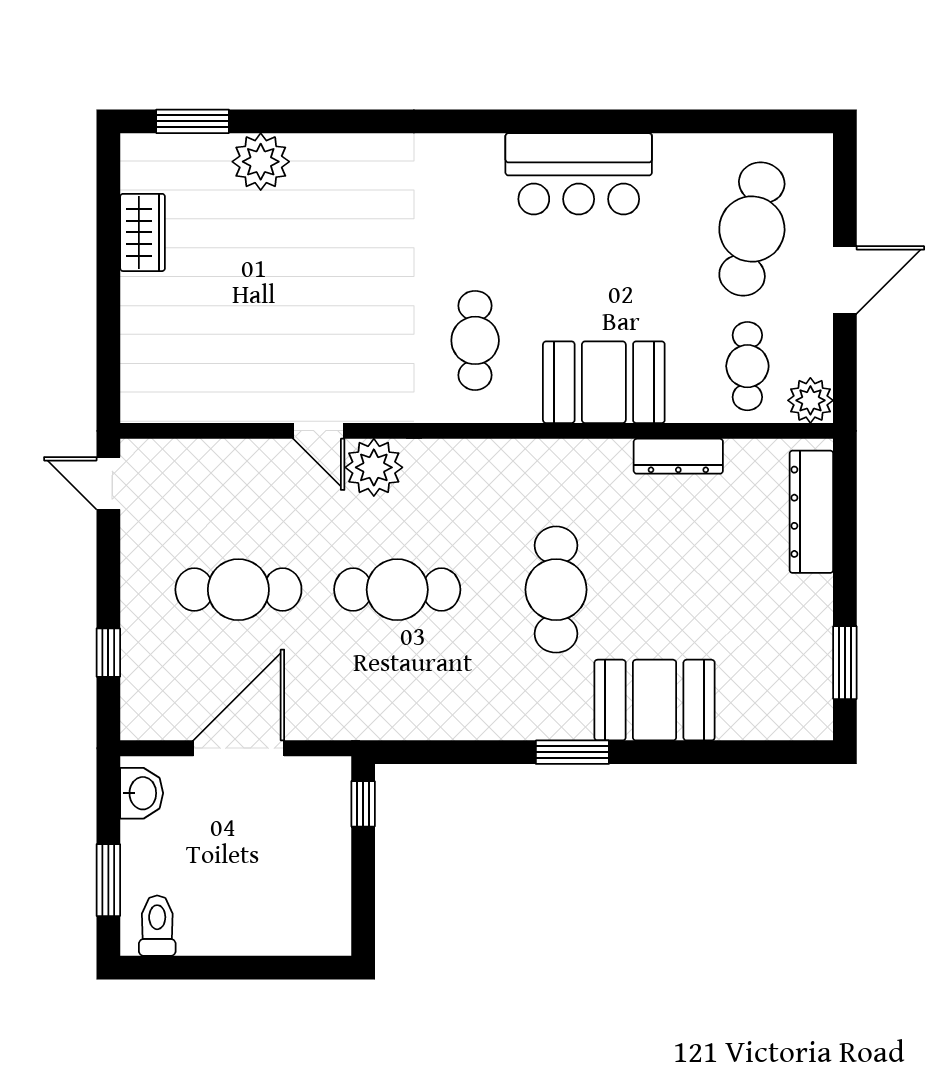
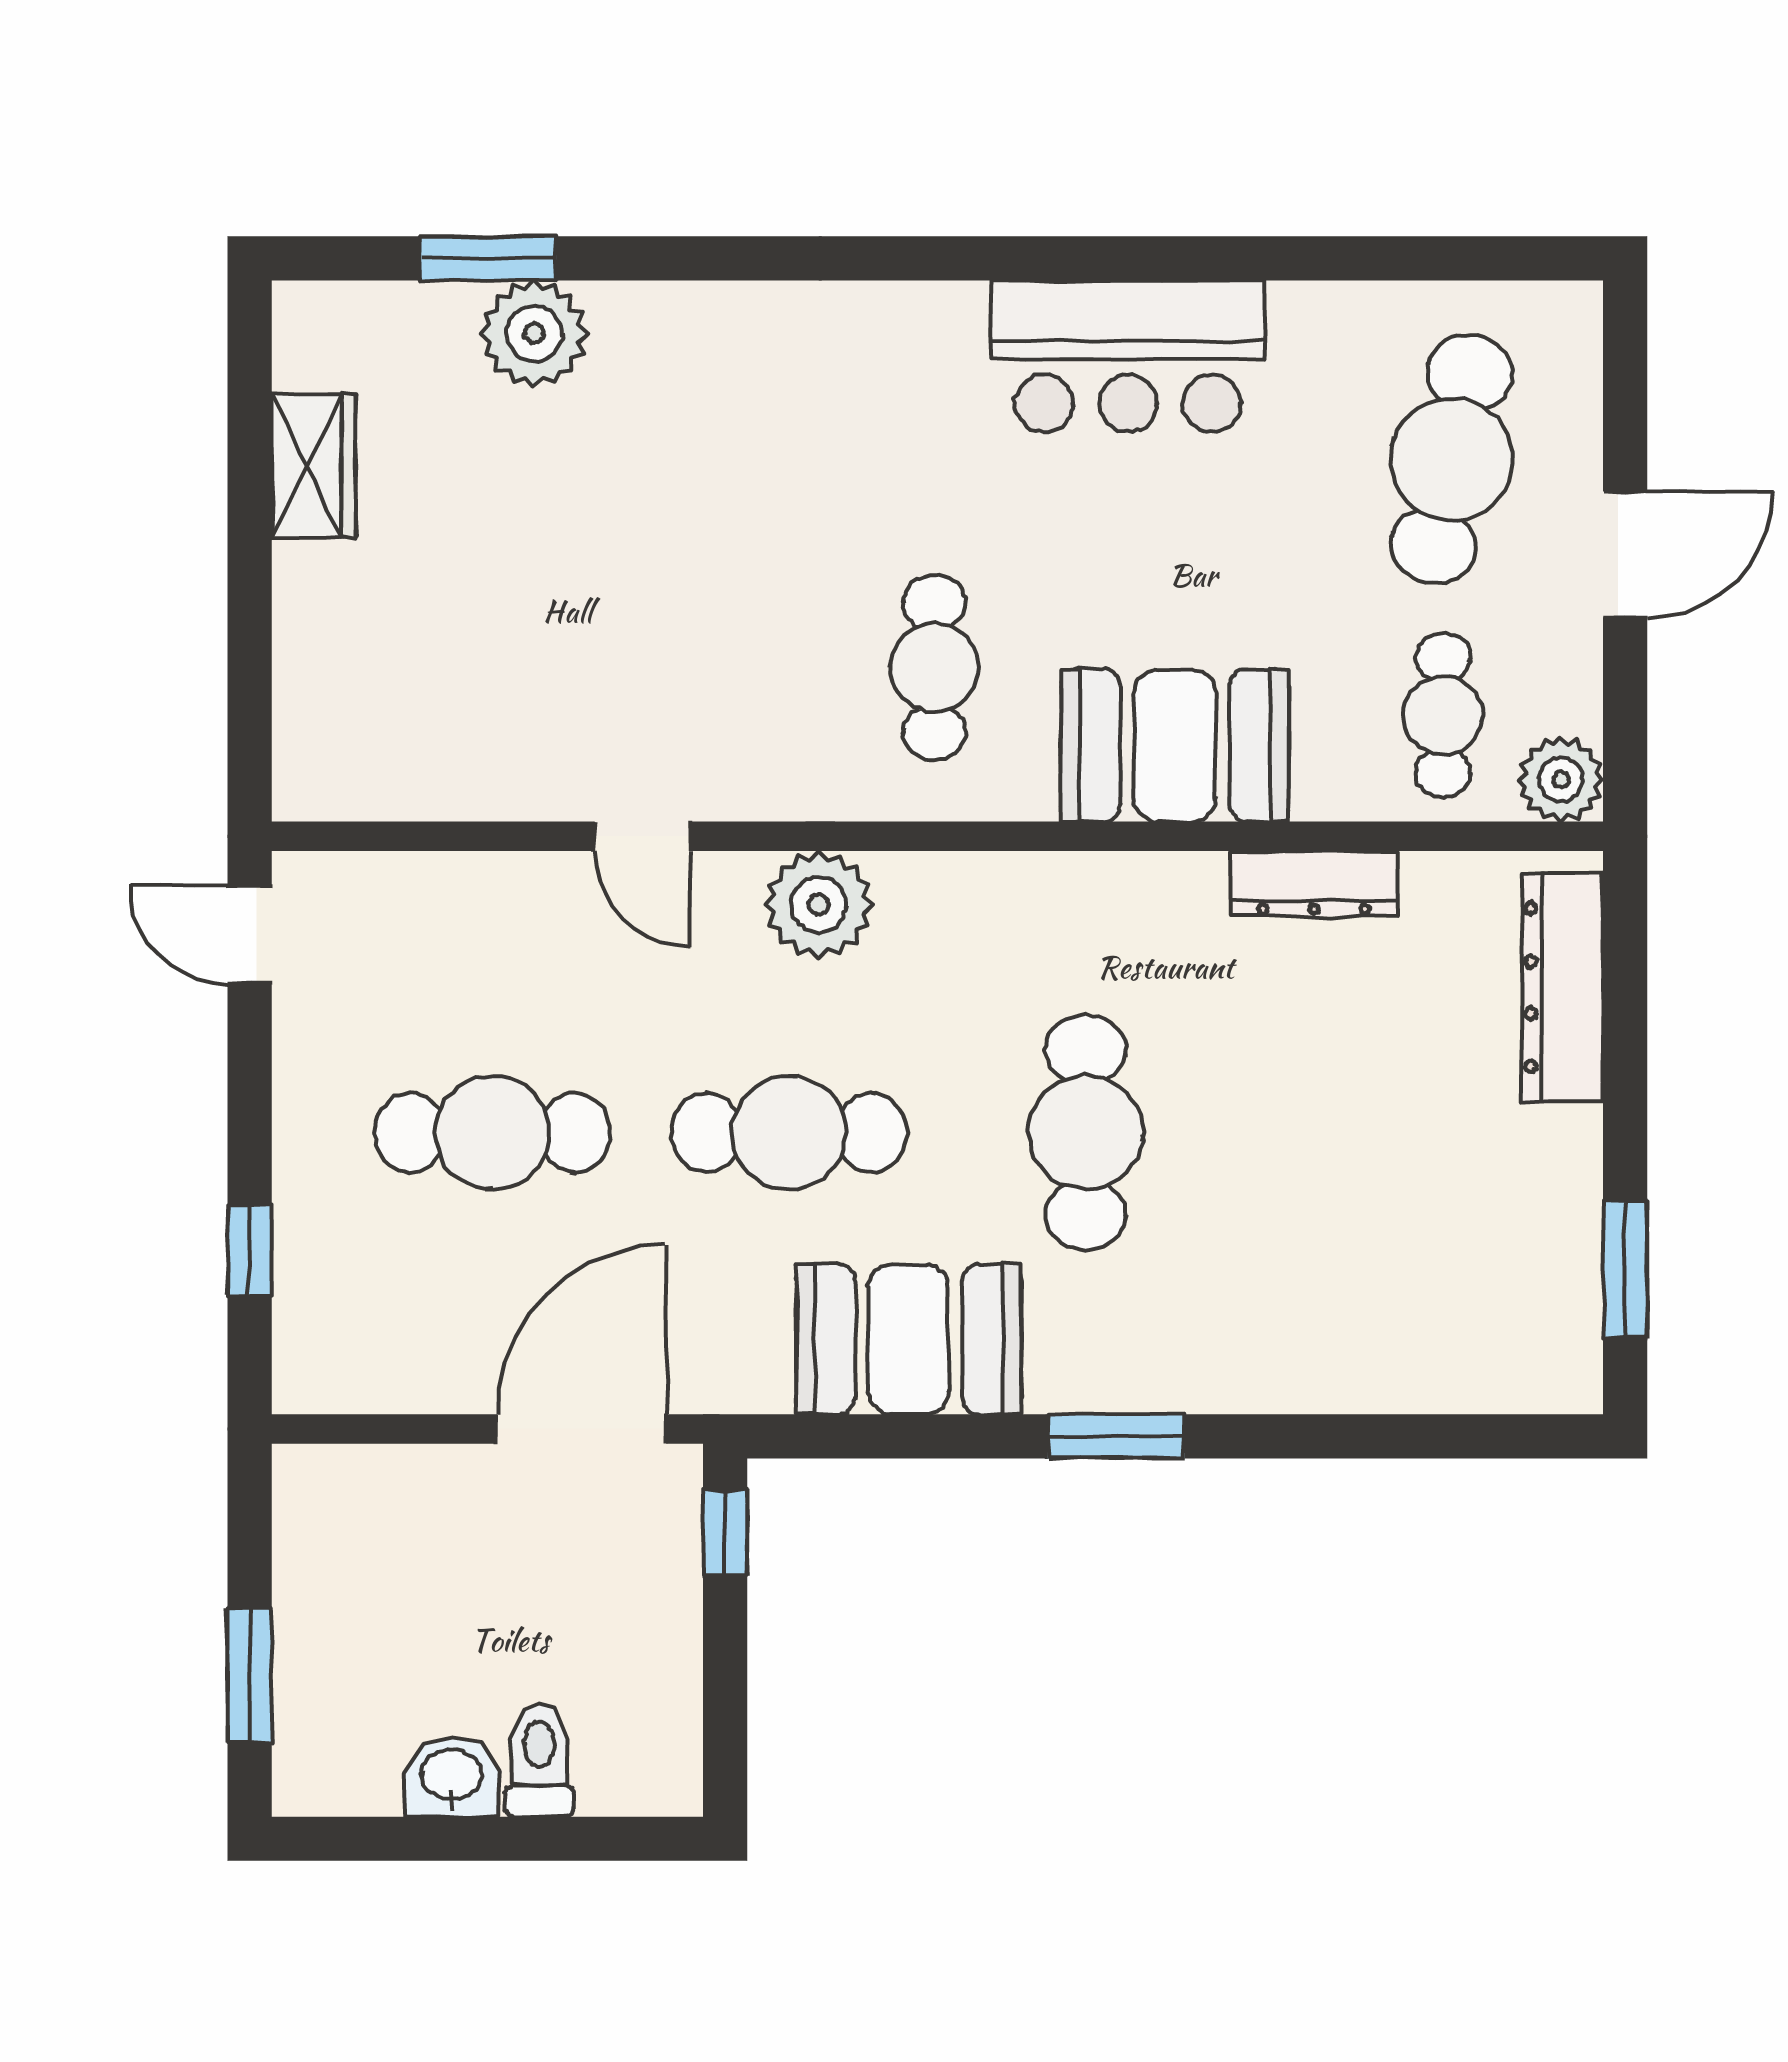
window: (193, 121) -> (488, 258), moved
plant: (374, 467) -> (819, 905), moved
booth: (655, 700) -> (909, 1339), moved
door: (239, 748) -> (582, 1429), moved
washbasin: (142, 793) -> (452, 1777), moved, turned -90
toilet: (157, 926) -> (539, 1760), moved

